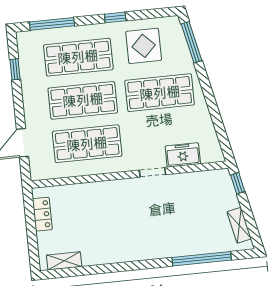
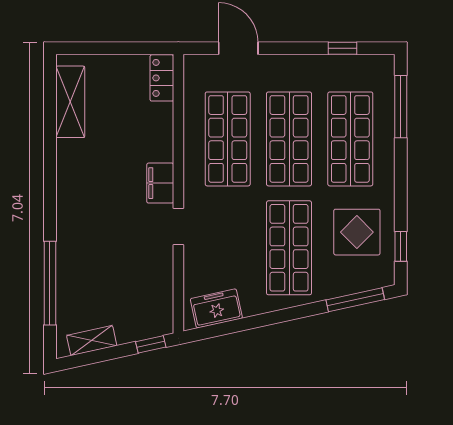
window: (115, 17) -> (401, 246), moved
freezer: (183, 155) -> (216, 308), moved, turned -102
filing cabinet: (123, 188) -> (160, 183), added
locker: (42, 214) -> (162, 78), moved, turned 90
shelving: (64, 261) -> (70, 102), width x1.50, depth x1.33

